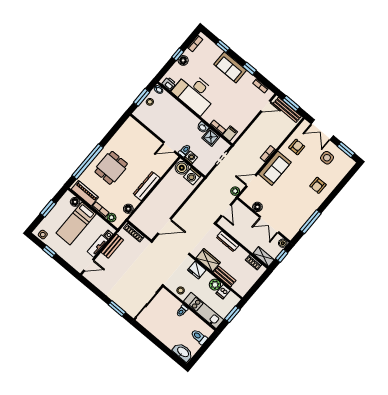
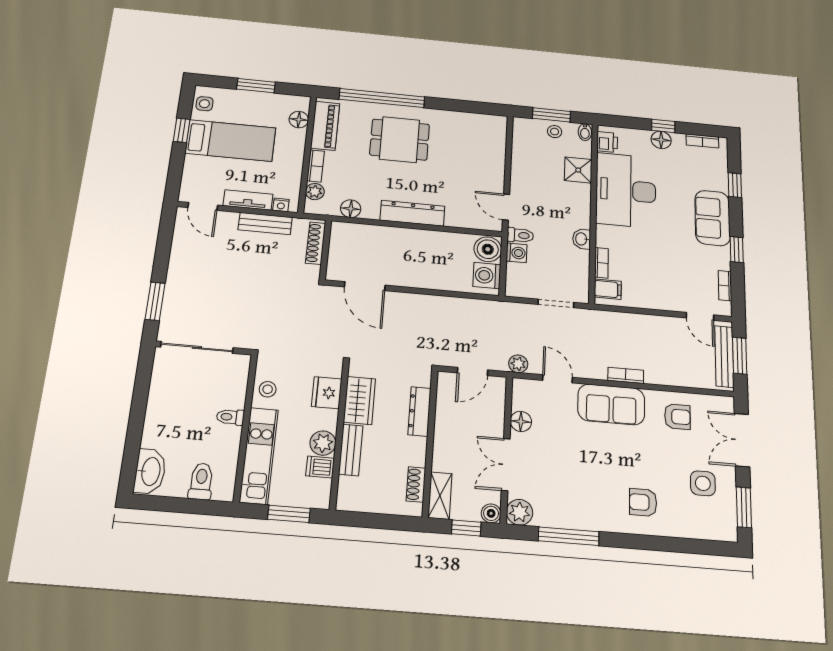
shower: (211, 137) -> (578, 170), moved
bed: (76, 223) -> (231, 141), moved, turned 180
plant: (290, 233) -> (520, 512), added

